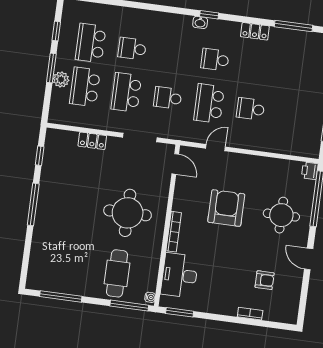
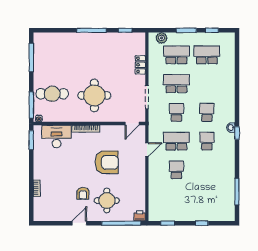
locker: (255, 31) -> (230, 166), removed
school desk: (132, 49) -> (207, 112), moved
plant: (61, 79) -> (162, 38), moved
door: (216, 148) -> (147, 149), hinge flipped
armchair: (265, 280) -> (83, 193), moved

